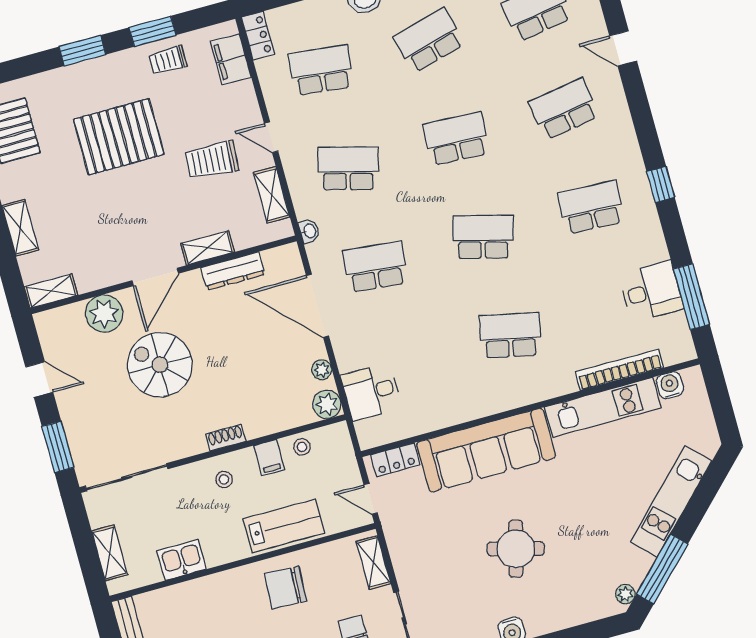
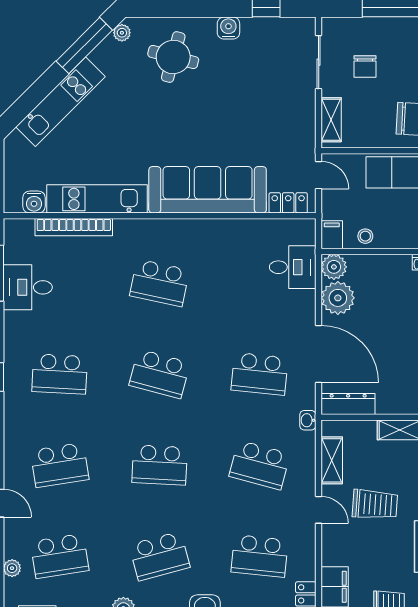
dresser: (233, 271) -> (348, 404), moved
plant: (322, 370) -> (338, 298), width x1.88, depth x1.88
filing cabinet: (269, 458) -> (332, 235), moved
round table: (516, 549) -> (173, 57), moved

